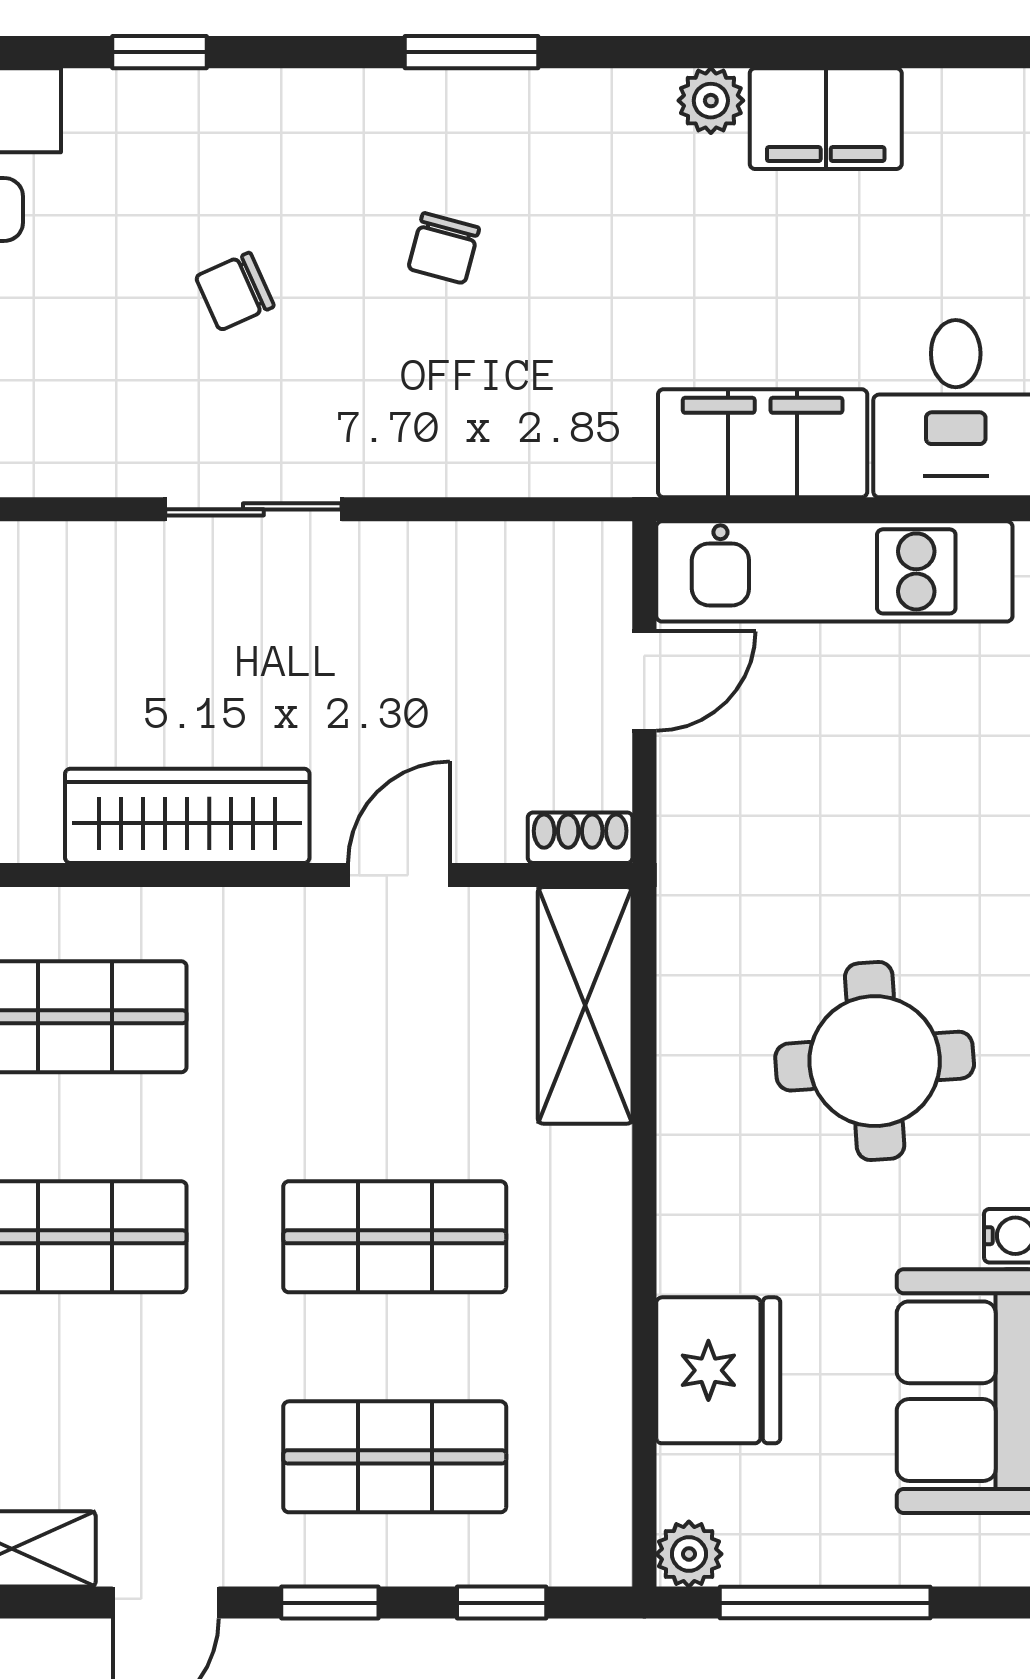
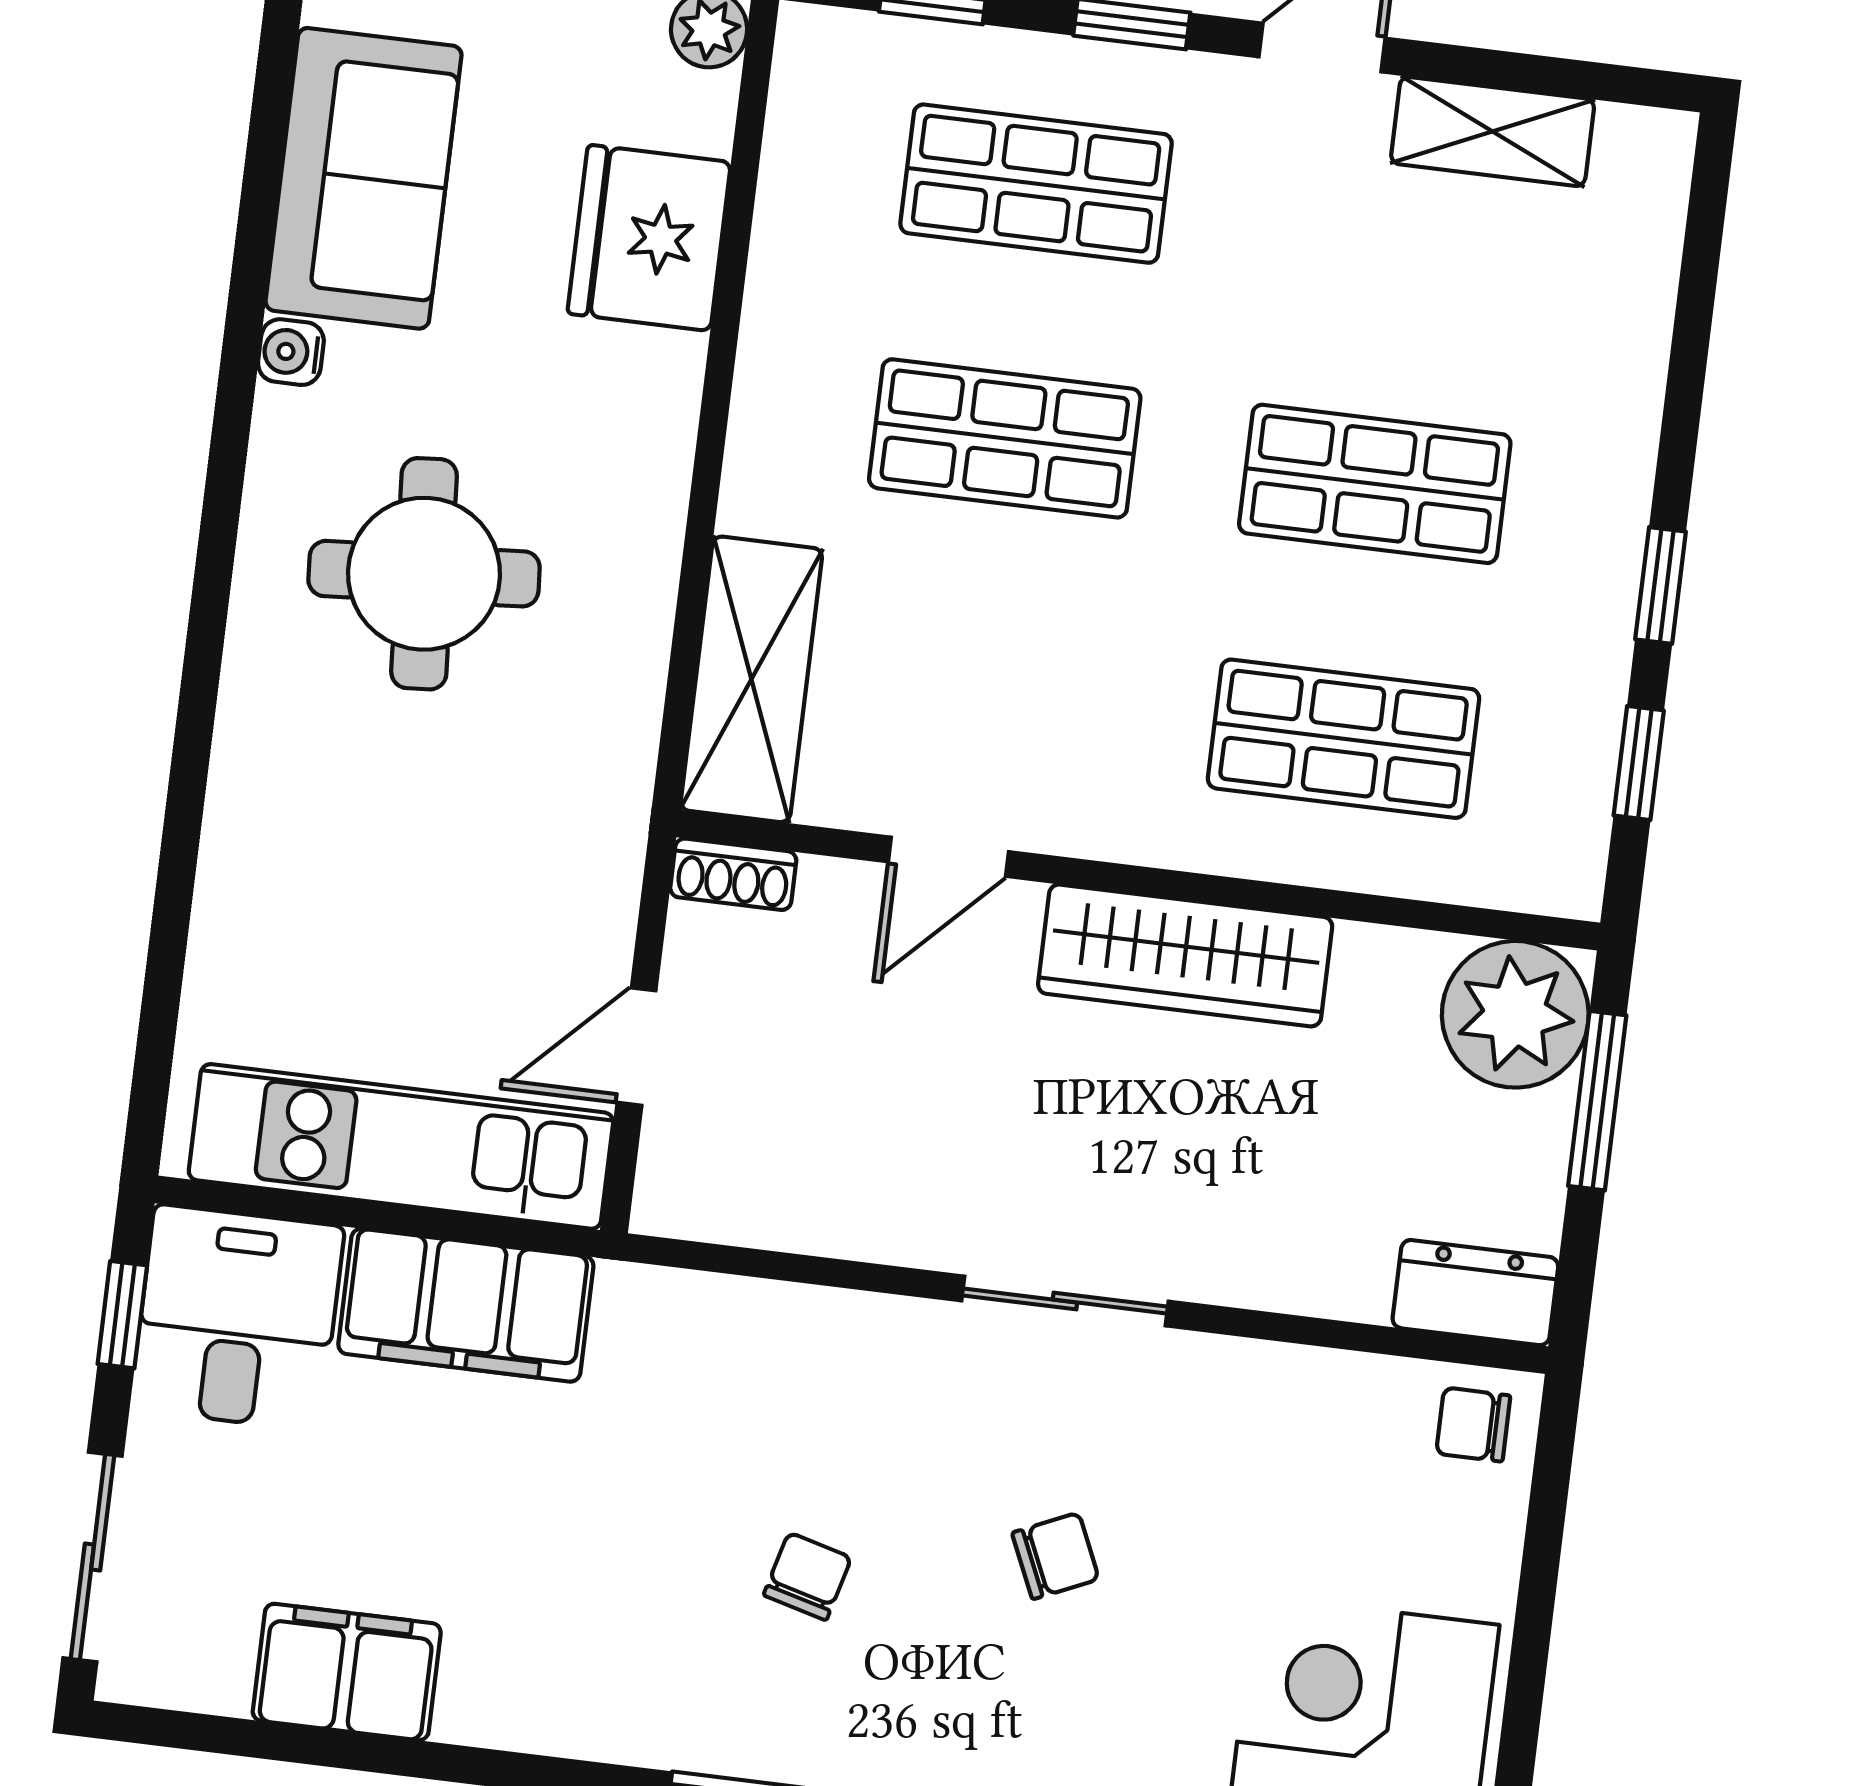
plant: (711, 101) -> (477, 1709), removed

